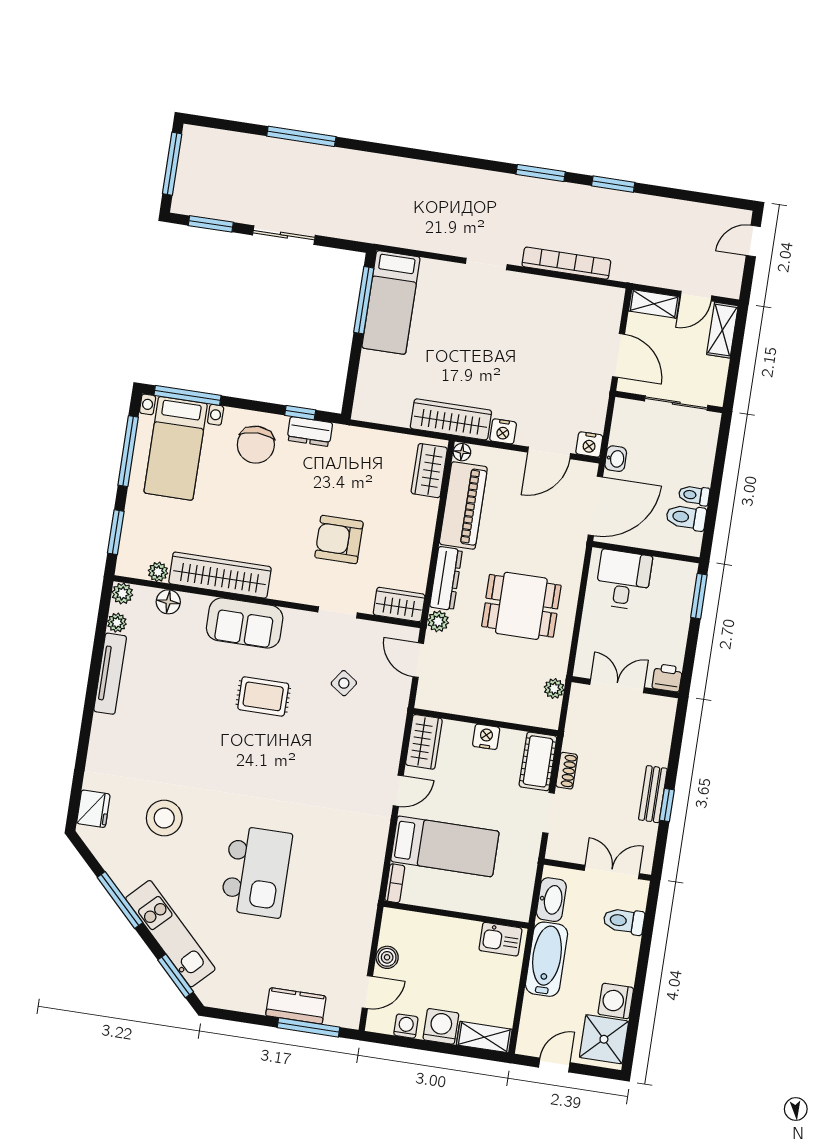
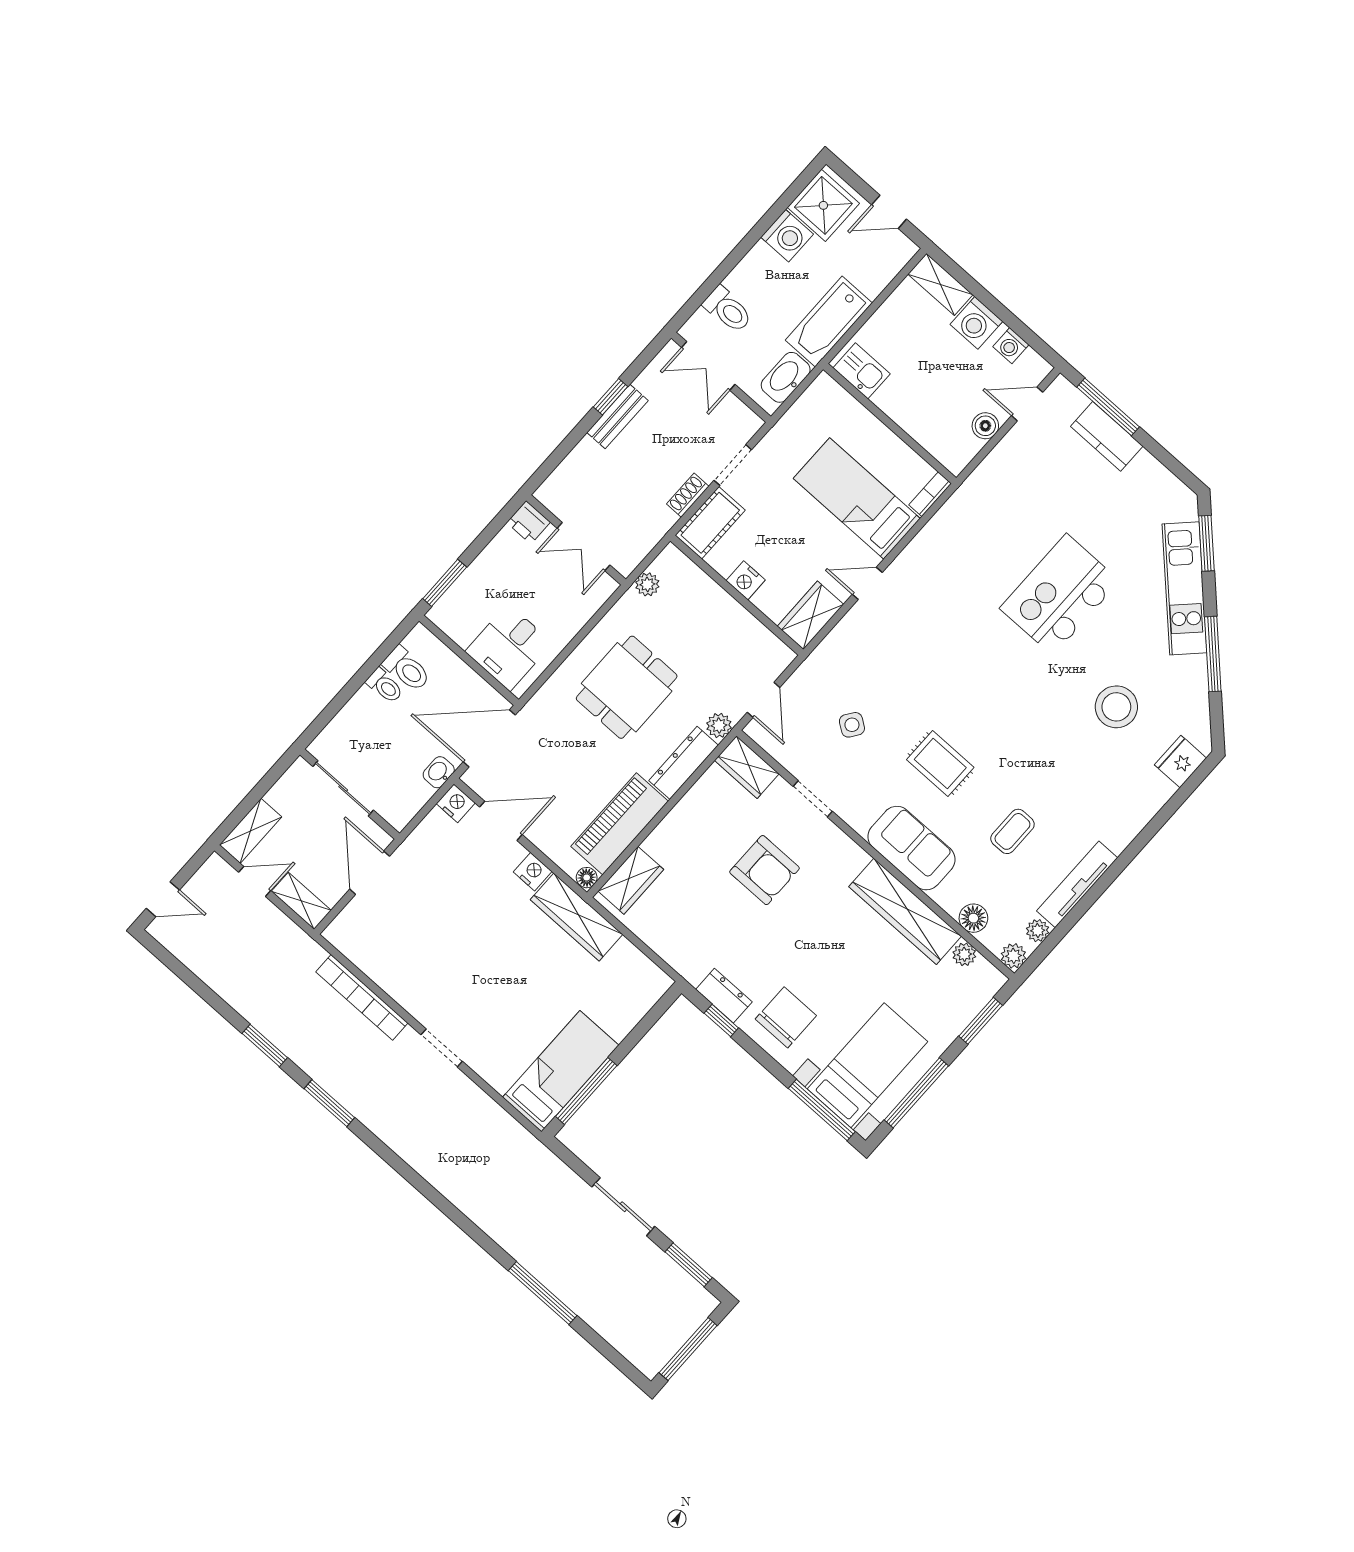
dining table: (521, 606) -> (627, 687), turned 90
coffee table: (180, 681) -> (1012, 831), added

